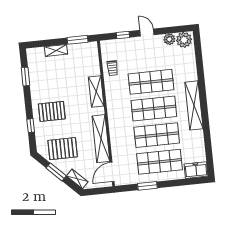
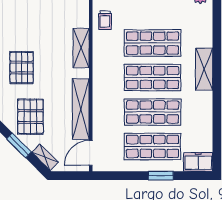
shelving: (194, 105) -> (204, 69), width x0.68
pallet: (52, 111) -> (22, 68), turned 90
pallet: (63, 149) -> (30, 117), turned 90
window: (147, 186) -> (161, 176), moved

